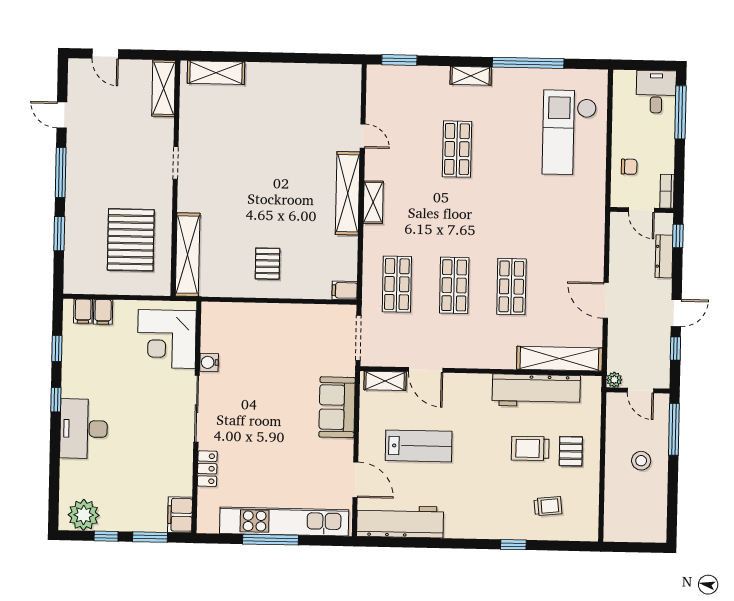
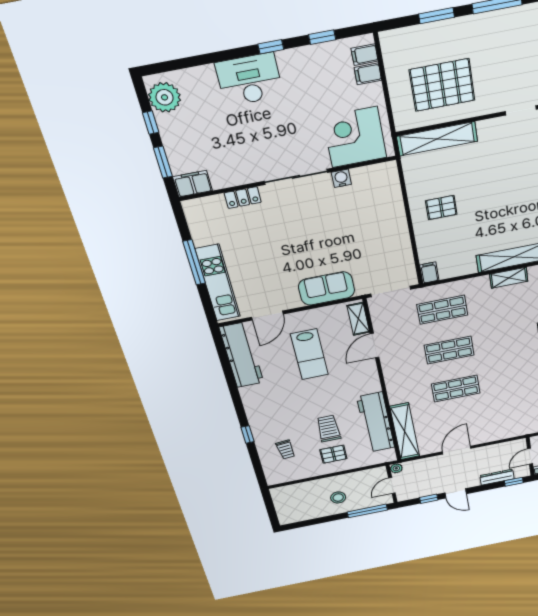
kitchen unit: (284, 522) -> (218, 283), width x0.73

